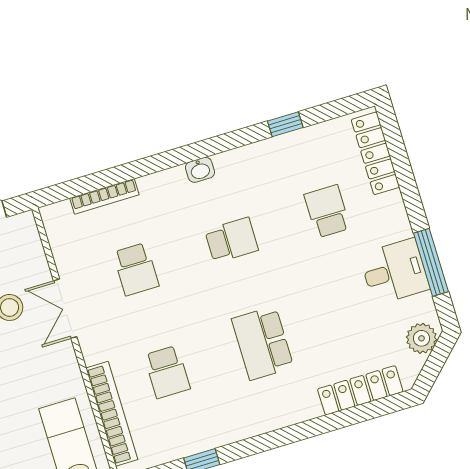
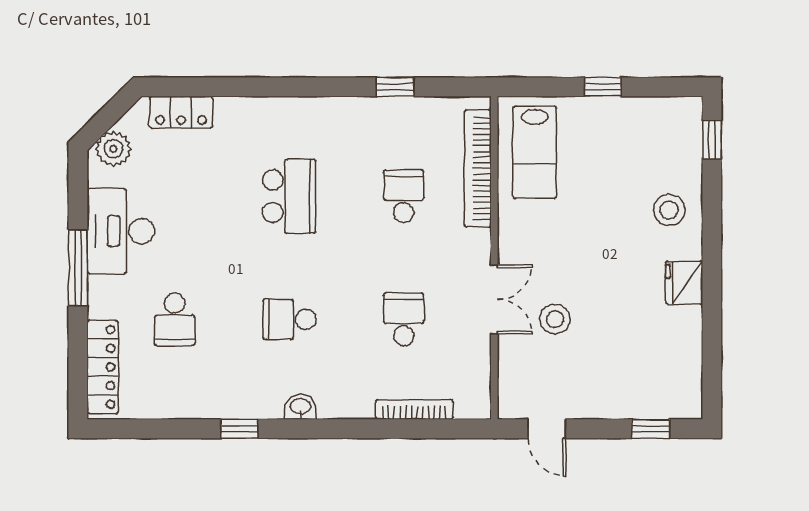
window: (285, 124) -> (239, 429), moved
window: (431, 262) -> (78, 268), moved
desk: (394, 272) -> (121, 231), width x1.37
locker: (360, 390) -> (181, 112), width x0.66

